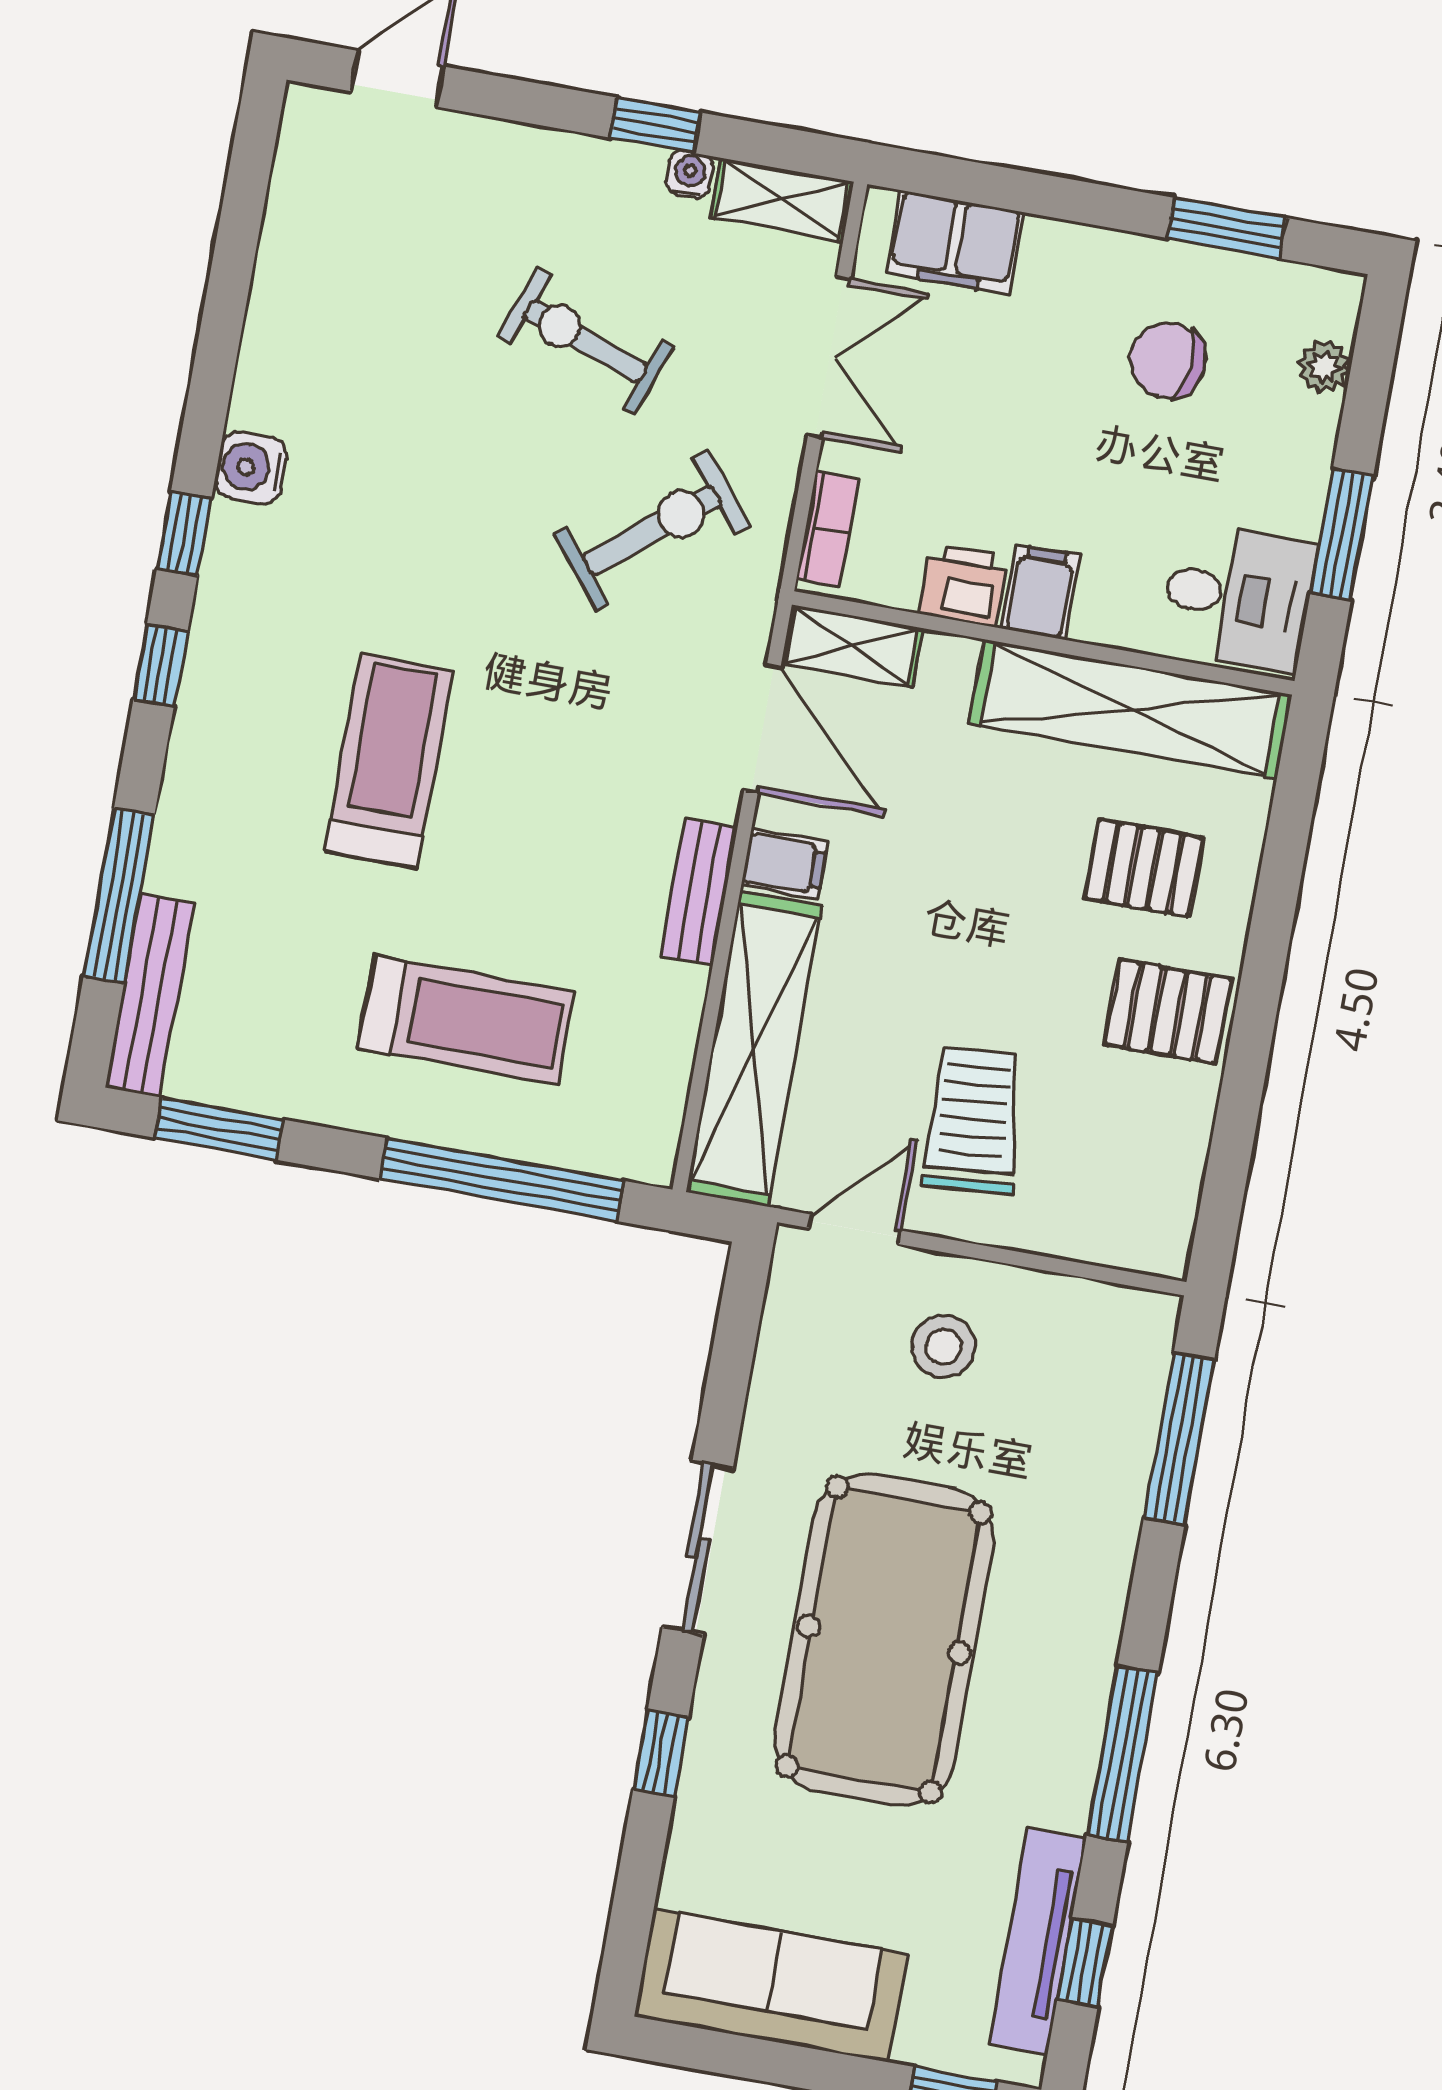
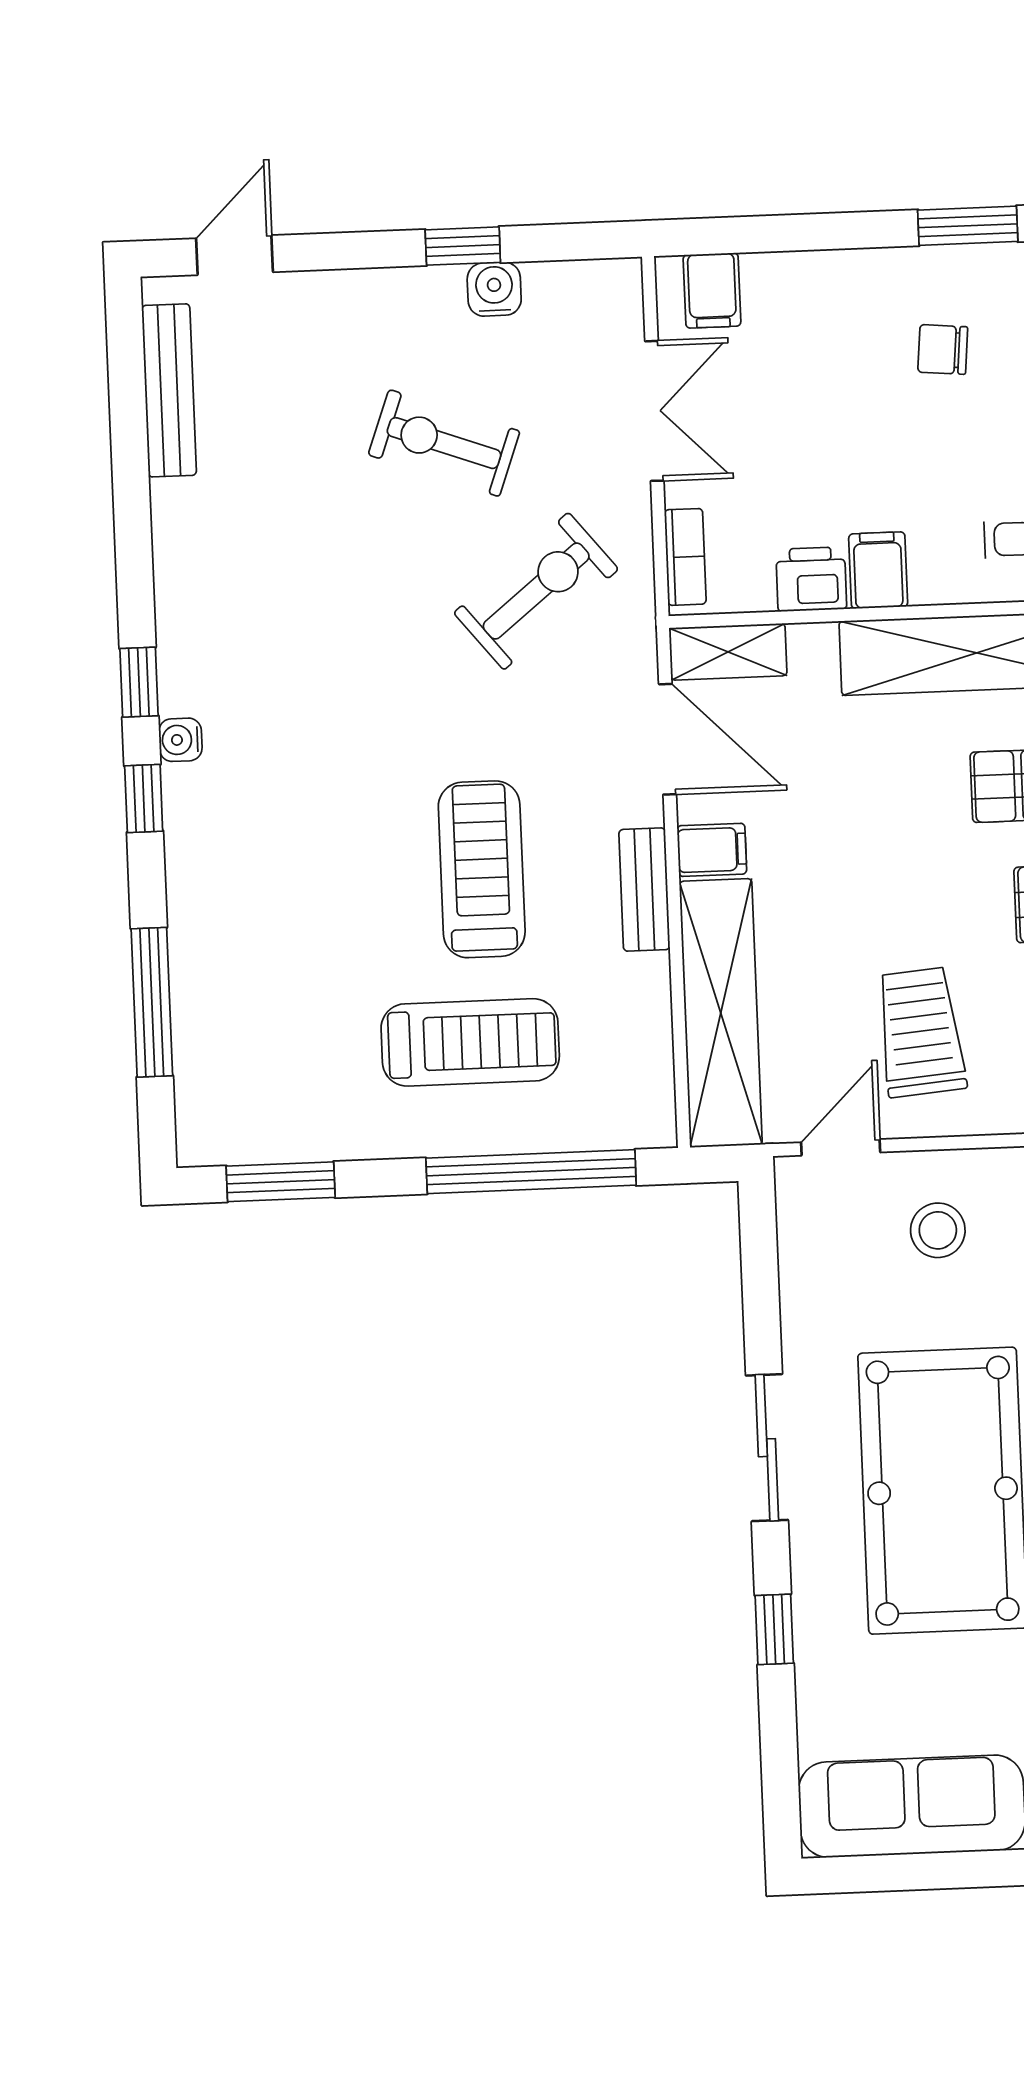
water cooler: (690, 174) -> (494, 289), width x1.38, depth x1.38
shelving: (782, 200) -> (584, 285), removed
filing cabinet: (955, 243) -> (712, 290), width x0.50
chair: (1168, 360) -> (943, 349), width x0.73, depth x0.73
water cooler: (251, 468) -> (180, 740), moved, width x0.72, depth x0.72
treadmill: (389, 761) -> (482, 869), moved
bench: (150, 995) -> (169, 390), moved

